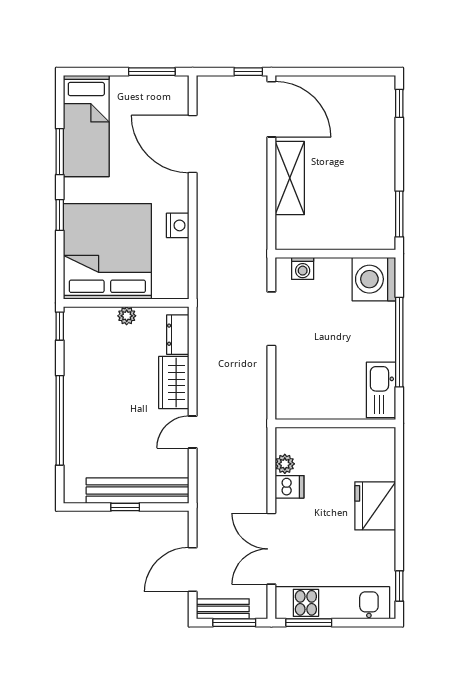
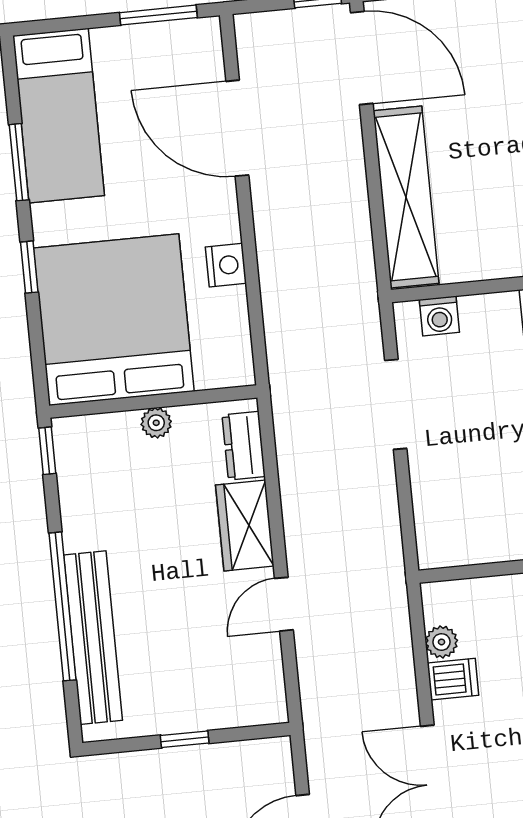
shelving: (290, 178) -> (406, 197), width x1.47
bench: (138, 491) -> (93, 638), moved, turned 90

